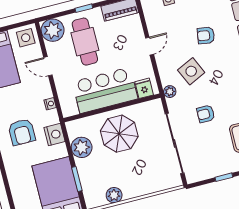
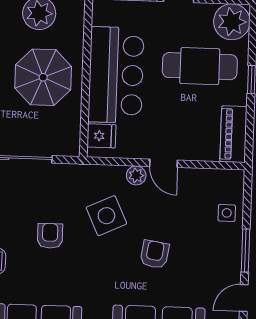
plant: (170, 92) -> (136, 175), moved
armchair: (206, 114) -> (50, 236), moved

